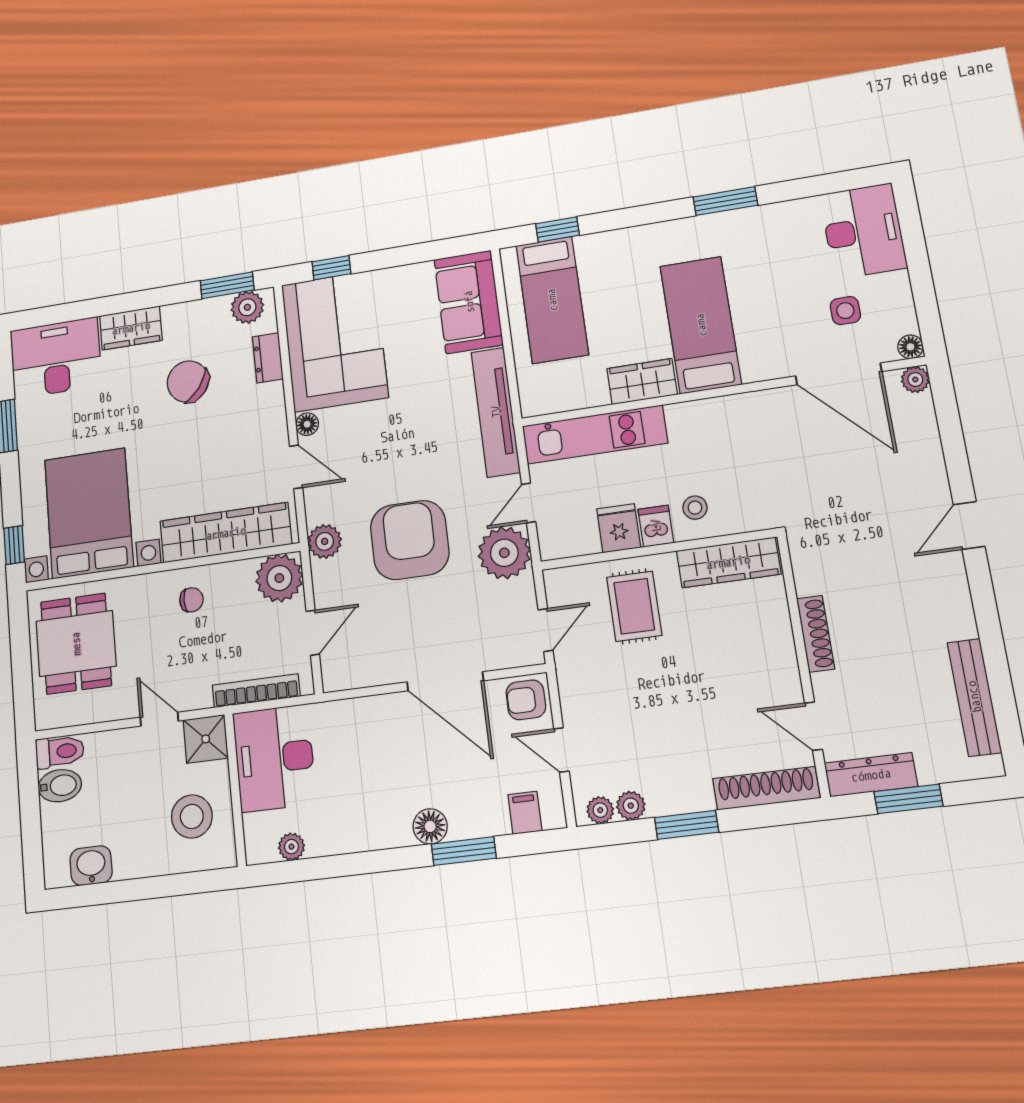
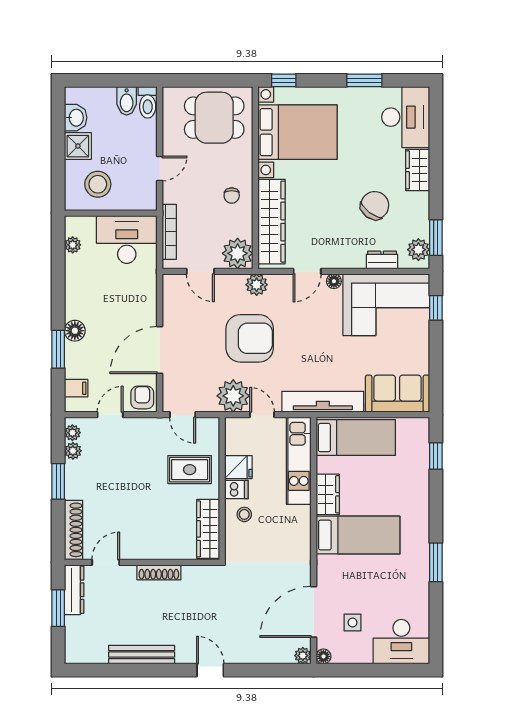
bed: (552, 300) -> (356, 438), moved, turned 180
bench: (974, 697) -> (142, 655), moved
shower: (206, 739) -> (78, 146), moved

